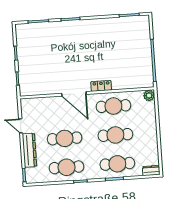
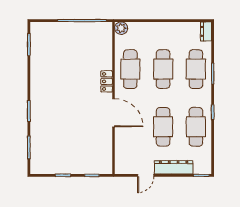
door: (74, 94) -> (114, 113), hinge flipped

